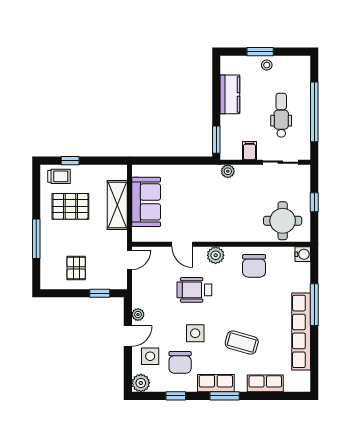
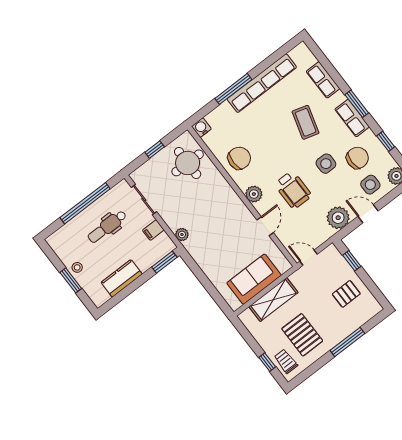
plant: (138, 315) -> (338, 218), width x1.88, depth x1.88

